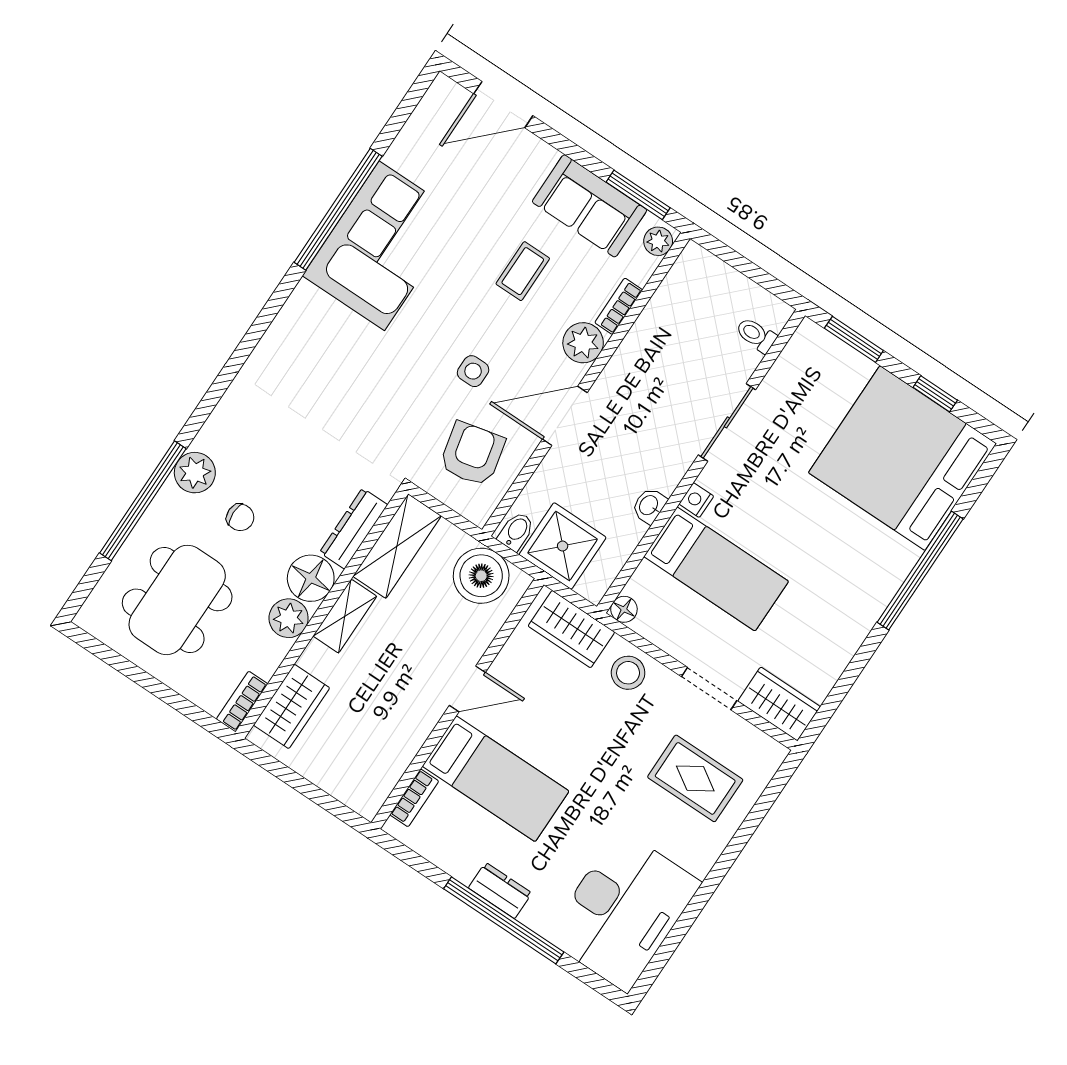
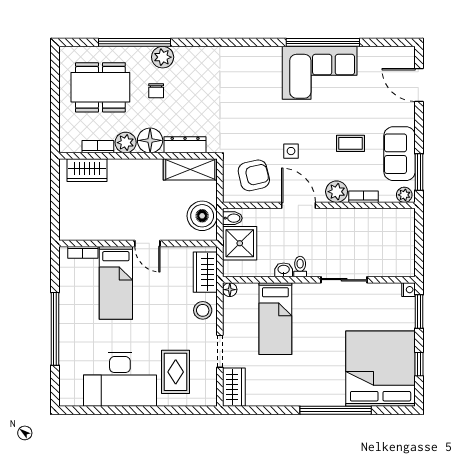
toilet: (756, 335) -> (300, 267), moved
nightstand: (696, 500) -> (409, 290), moved, turned 90
shelving: (345, 616) -> (143, 167), removed
bookcase: (242, 702) -> (98, 147), moved
dresser: (500, 890) -> (67, 318), removed
desk: (623, 910) -> (120, 379), moved

